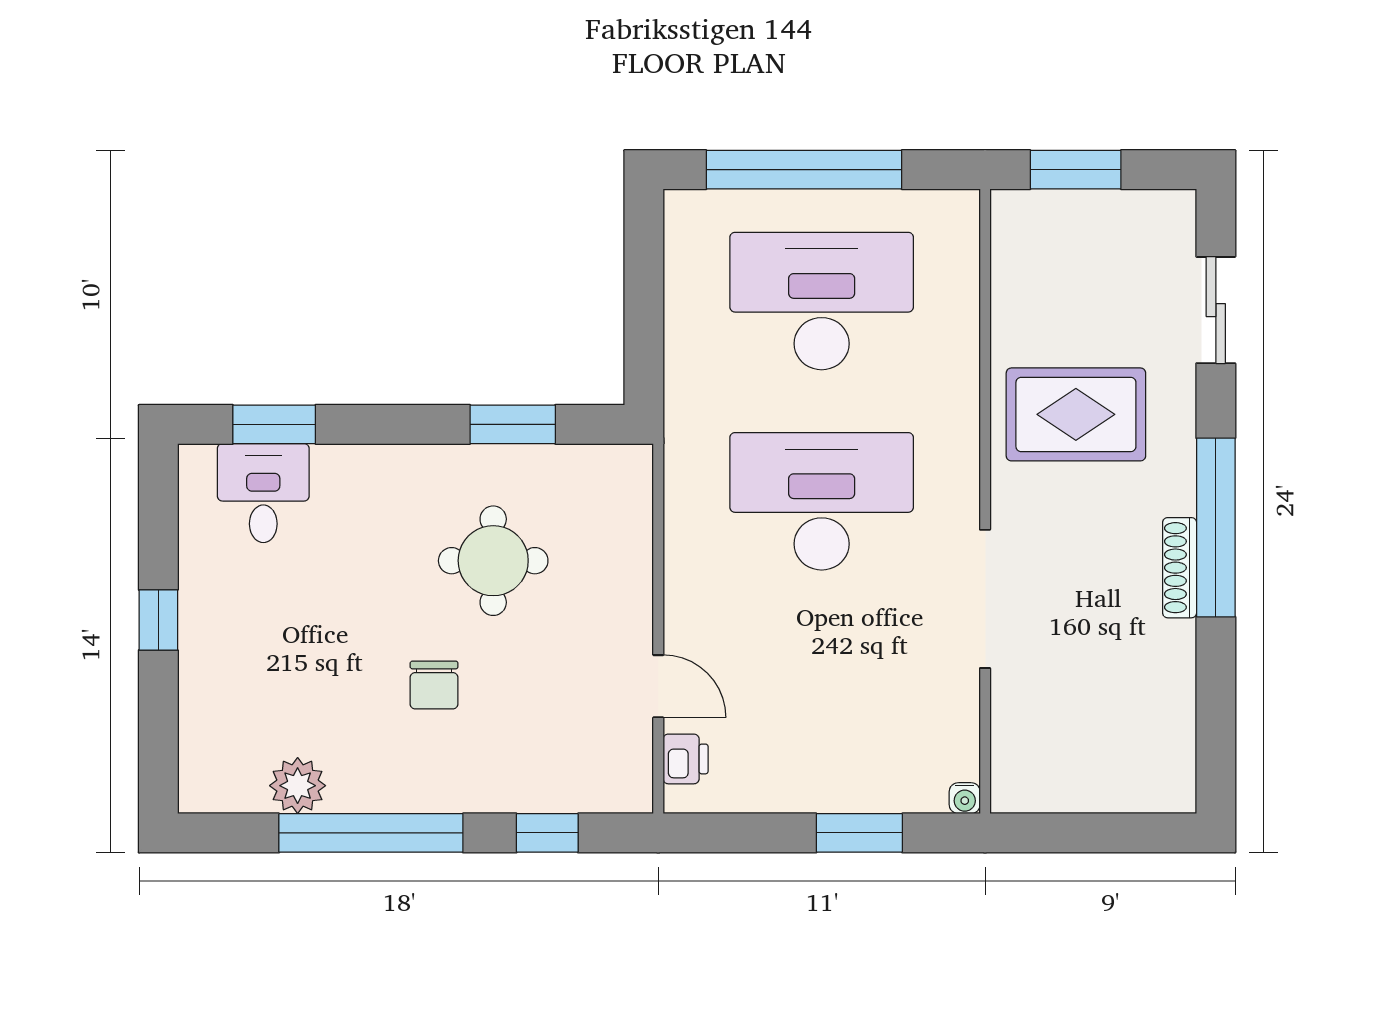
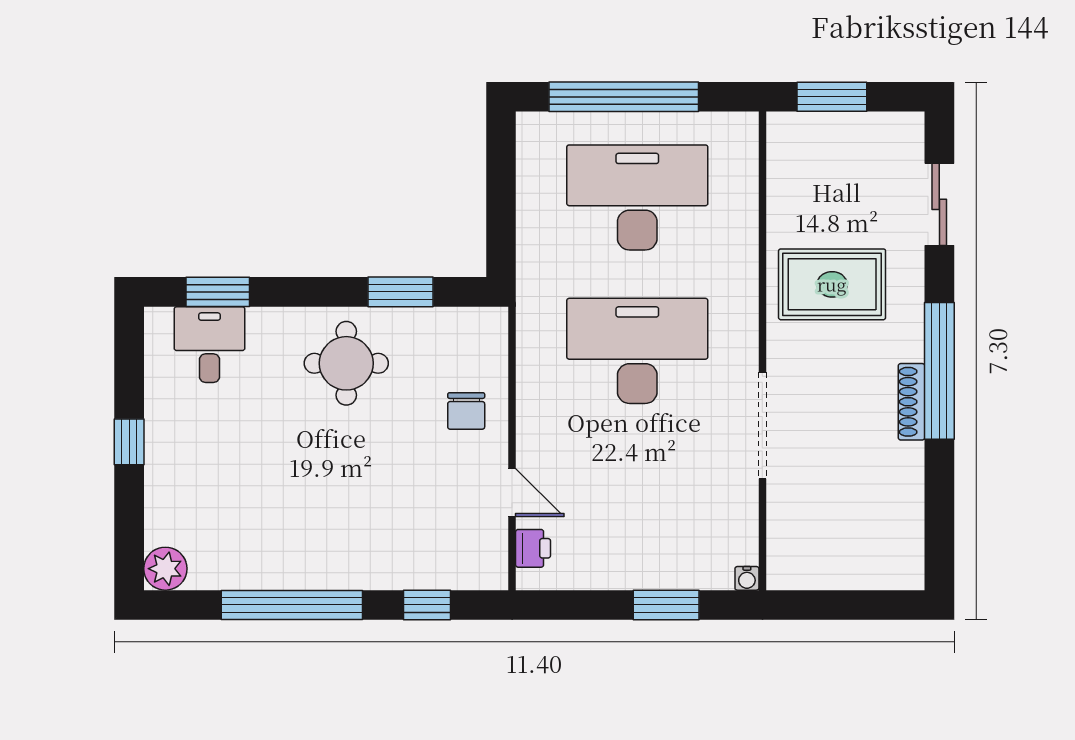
round table: (493, 561) -> (346, 363), moved
chair: (434, 685) -> (466, 411), moved
plant: (298, 786) -> (165, 569), moved

